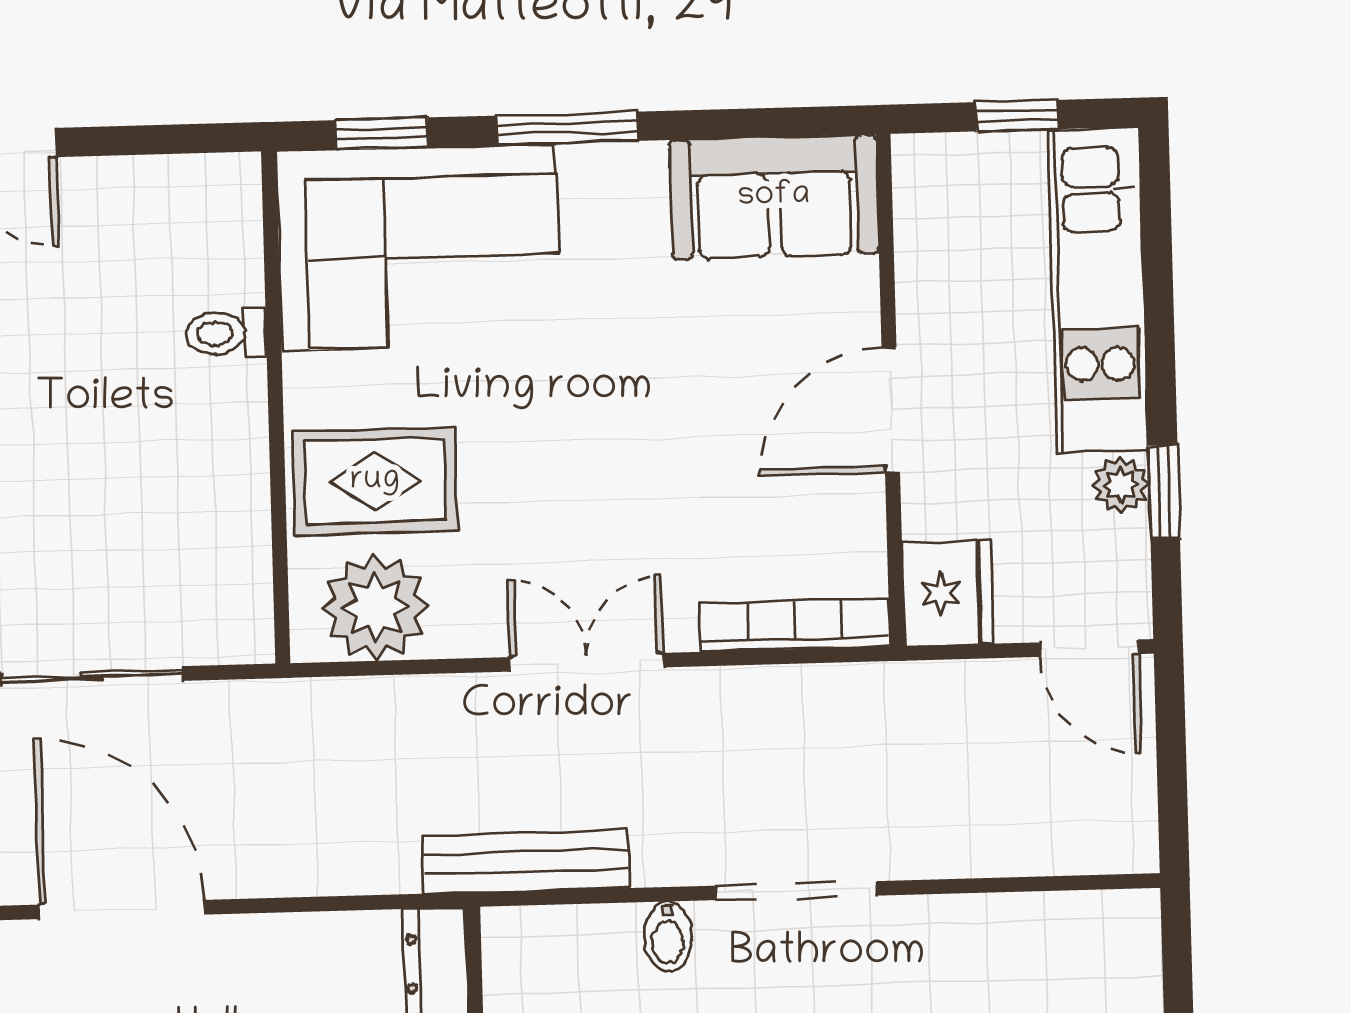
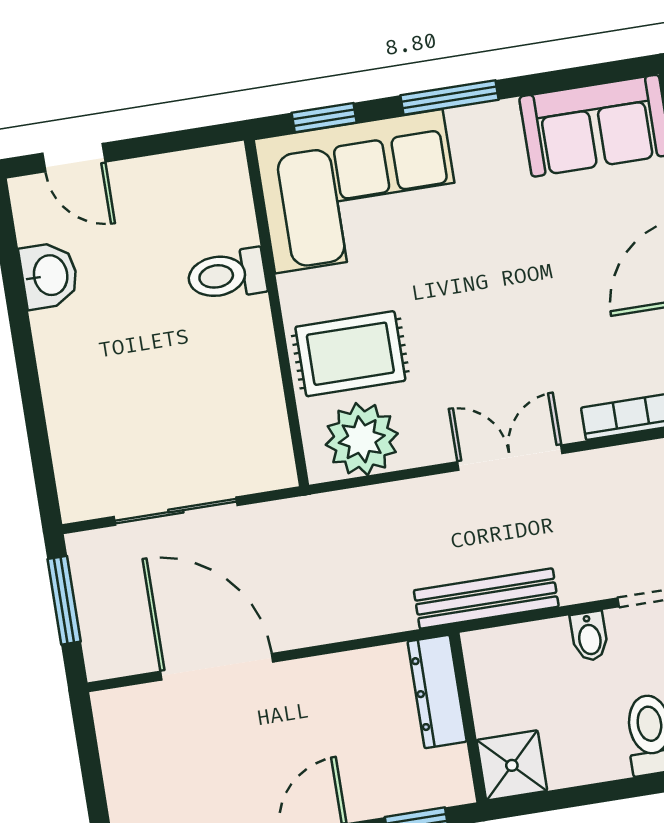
toilet: (226, 333) -> (227, 275), width x1.37, depth x1.39

